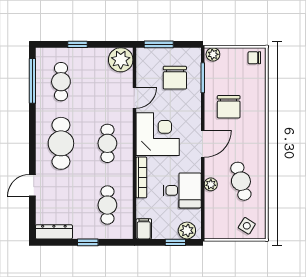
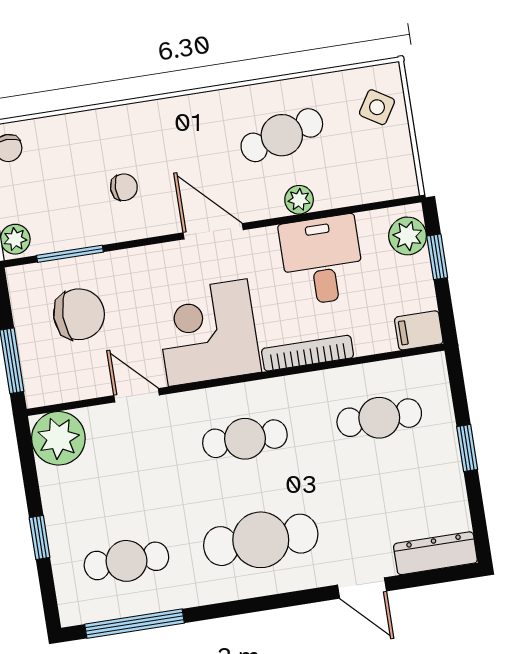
chair: (229, 107) -> (124, 187), width x0.54, depth x0.54
dresser: (54, 232) -> (435, 553), moved, turned 90

